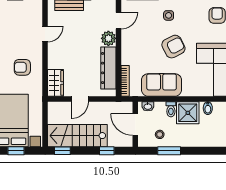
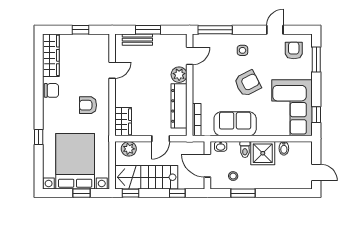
door: (80, 99) -> (161, 139), moved
plant: (61, 109) -> (129, 149), added

